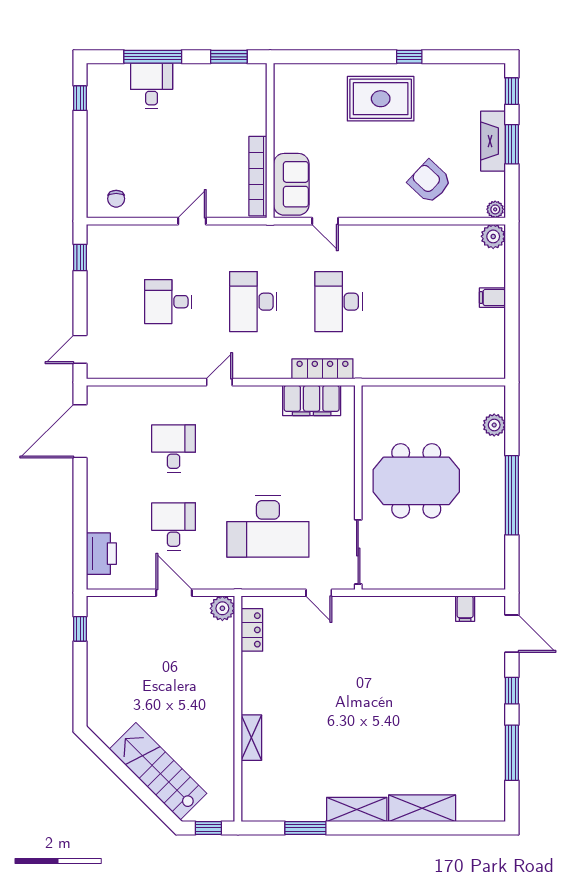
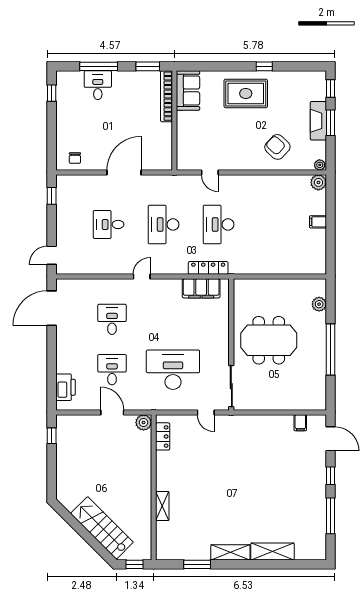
bookcase: (258, 176) -> (166, 96), moved
sofa: (291, 184) -> (188, 90), moved
door: (192, 221) -> (124, 172), width x1.88
desk: (268, 526) -> (173, 370), turned 180

